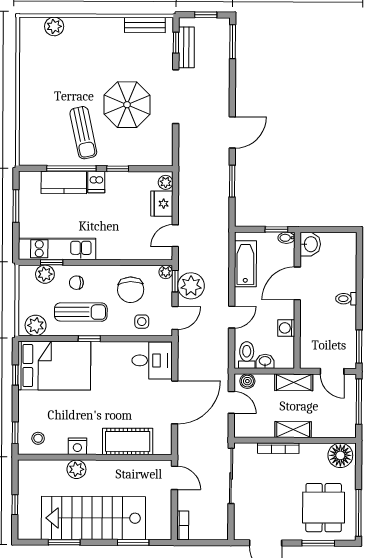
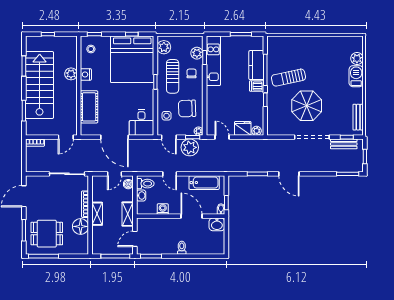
barbecue: (82, 28) -> (356, 76), added
bed: (54, 366) -> (132, 59), width x1.36
floor lamp: (340, 455) -> (81, 226), moved

